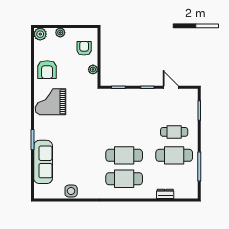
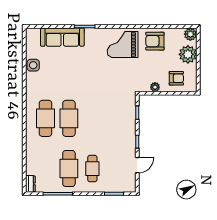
plant: (60, 33) -> (188, 54), width x1.88, depth x1.88
grand piano: (51, 102) -> (123, 45), turned -90
dresser: (165, 194) -> (30, 184), moved

